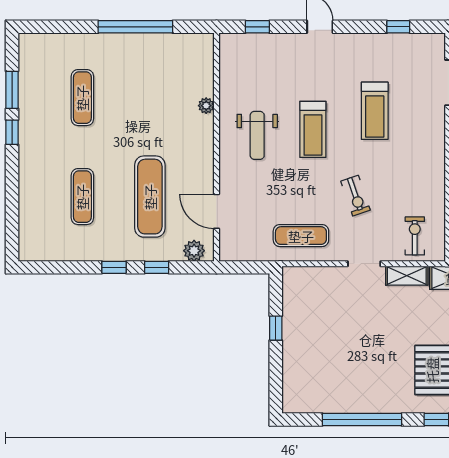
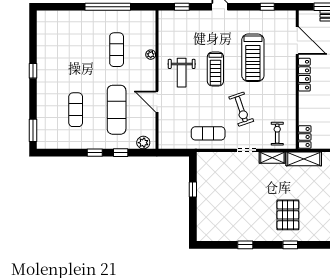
window: (12, 90) -> (33, 130), moved
exercise mat: (82, 98) -> (117, 50), moved
treadmill: (375, 111) -> (253, 58), width x1.37, depth x1.38
exercise bike: (356, 196) -> (241, 109), width x1.38, depth x1.39
door: (217, 211) -> (157, 102), moved
window: (362, 420) -> (245, 245), width x0.32

